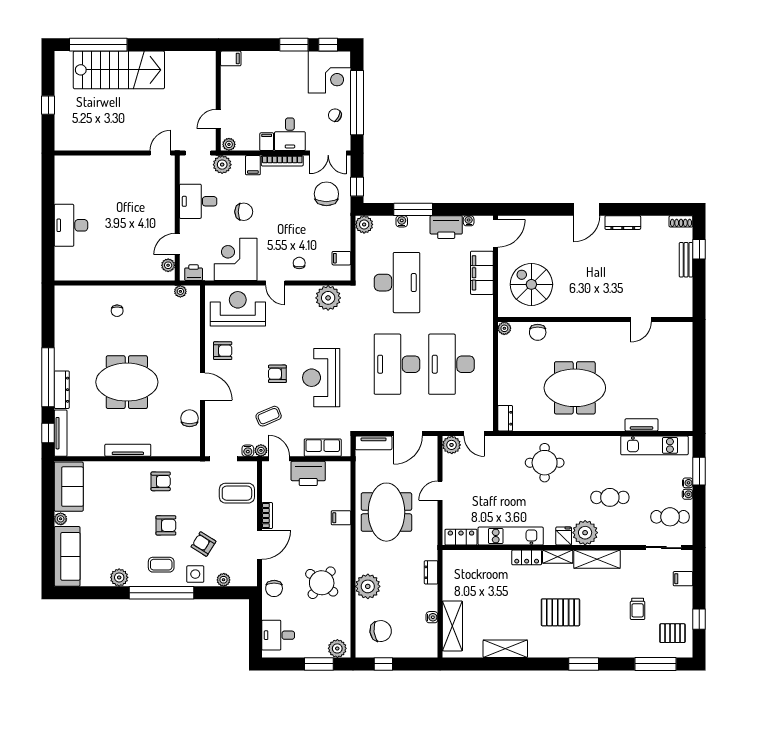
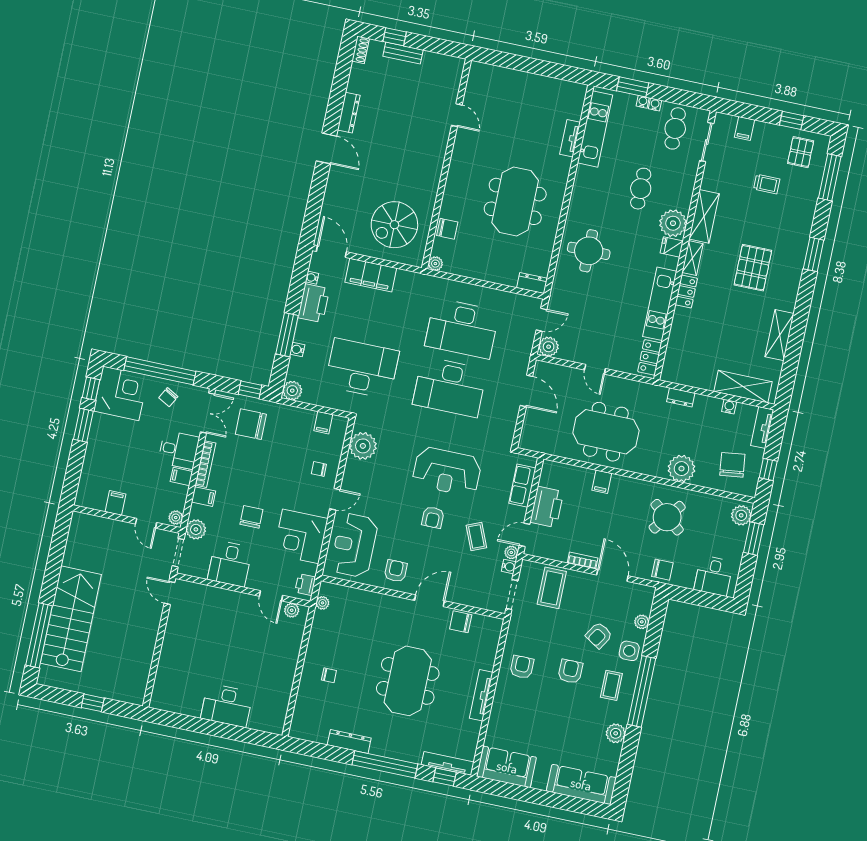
filing cabinet: (231, 58) -> (116, 503), moved
dresser: (62, 390) -> (349, 741), moved
tv unit: (374, 443) -> (762, 428), moved, turned 180
plant: (61, 519) -> (539, 783), removed

